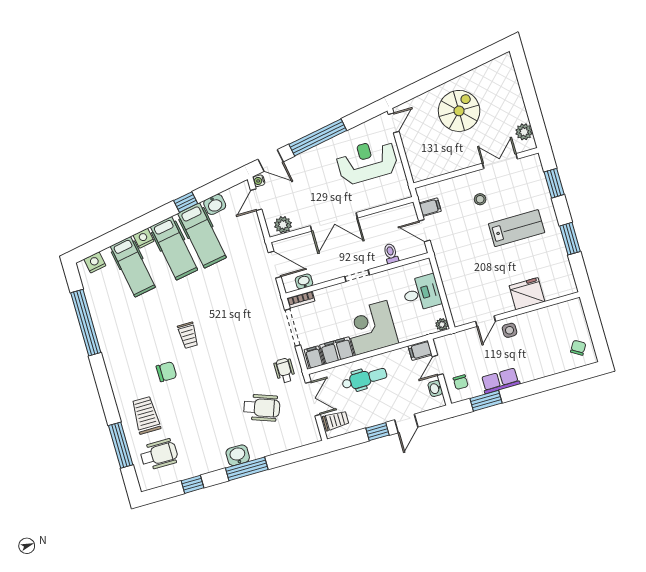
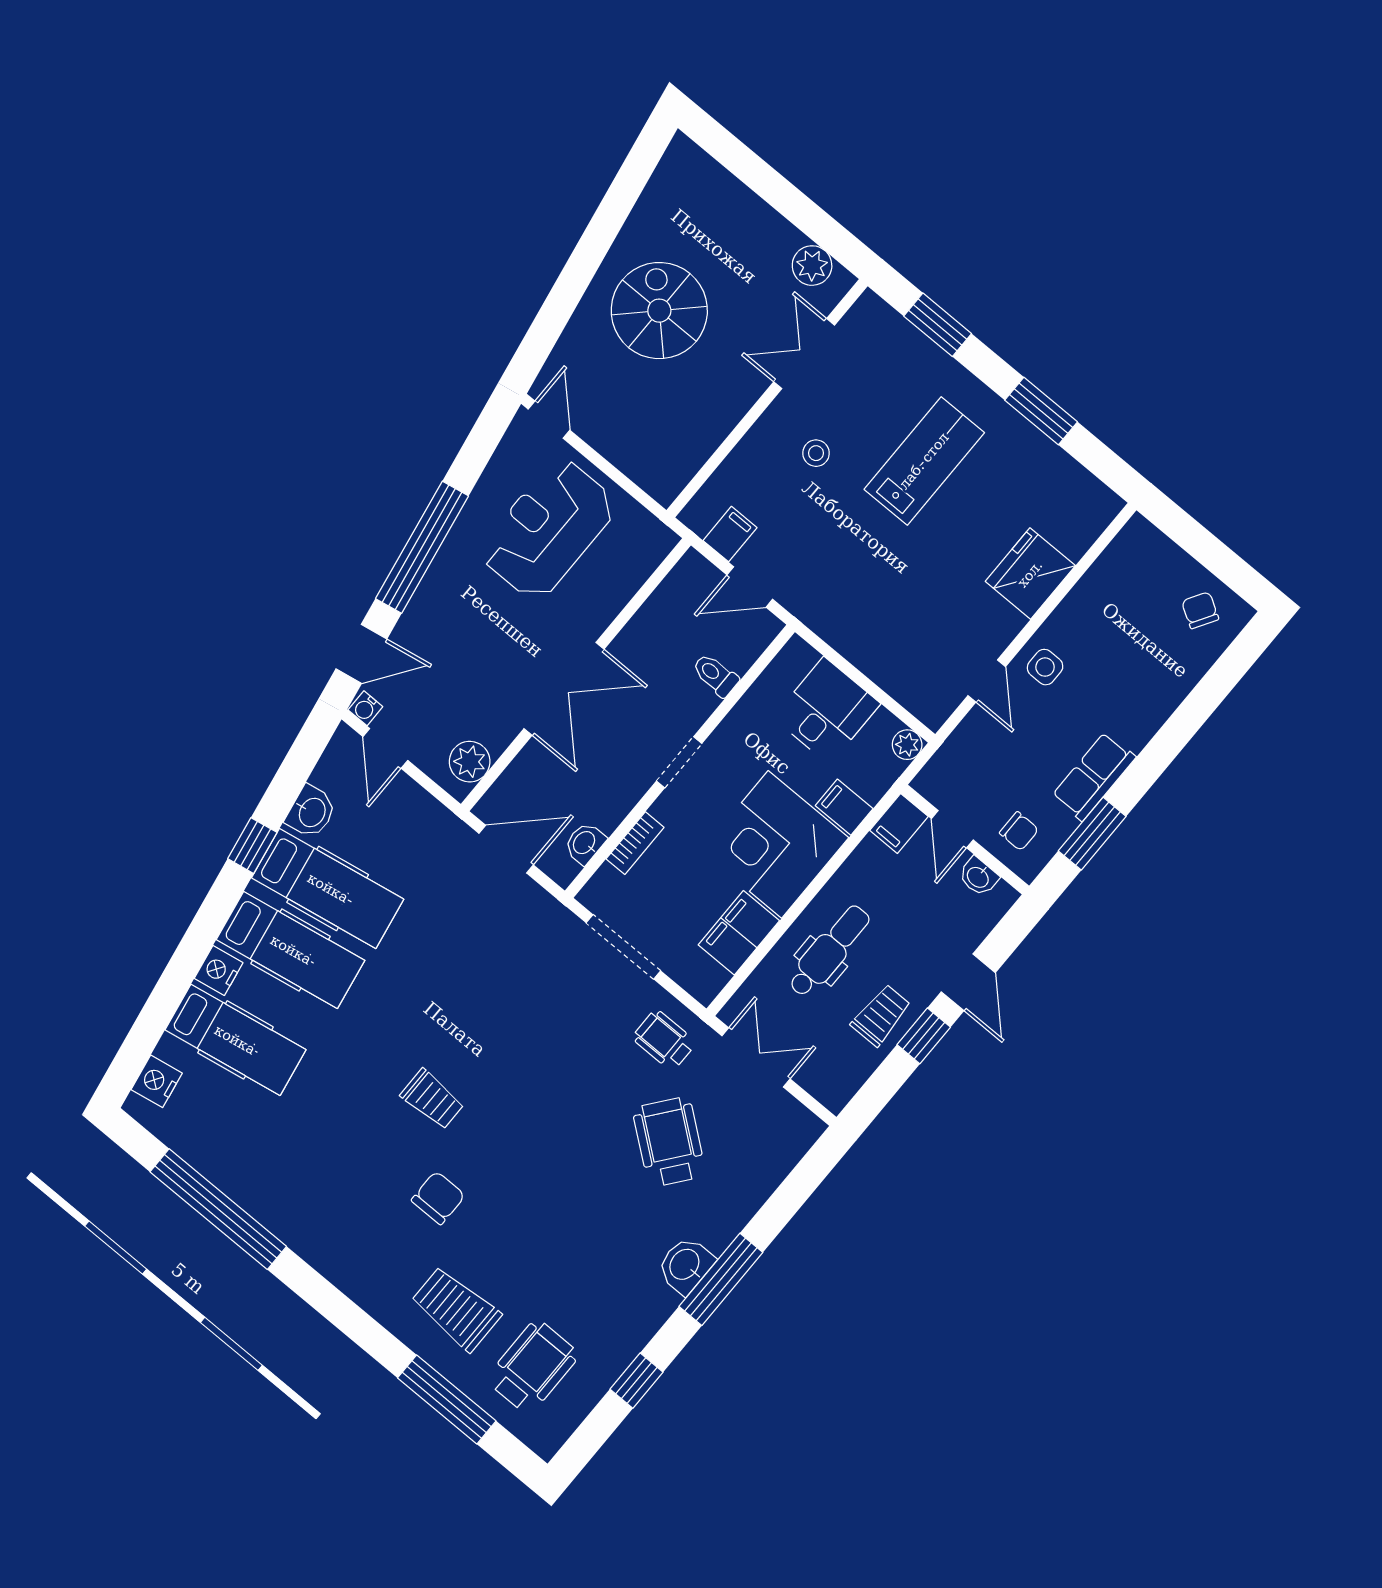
bookcase: (301, 300) -> (635, 843), moved
filing cabinet: (314, 357) -> (844, 807), moved
wheelchair: (262, 408) -> (669, 1142), turned -72
trolley: (336, 421) -> (881, 1015), moved

